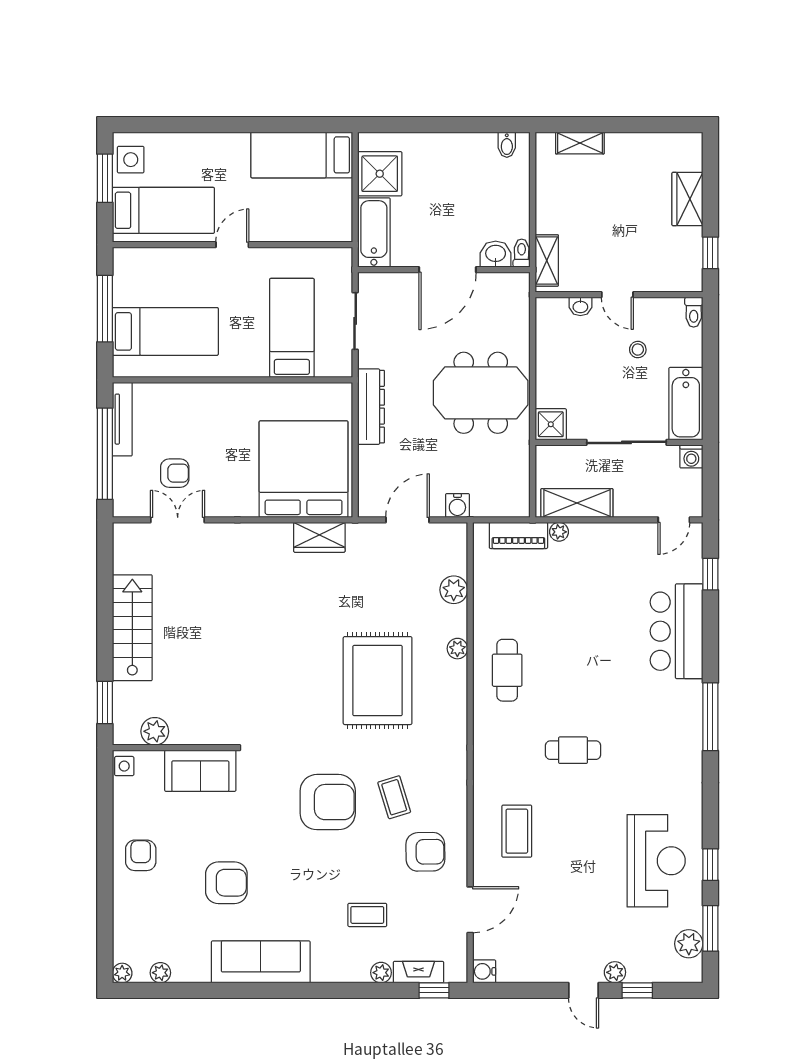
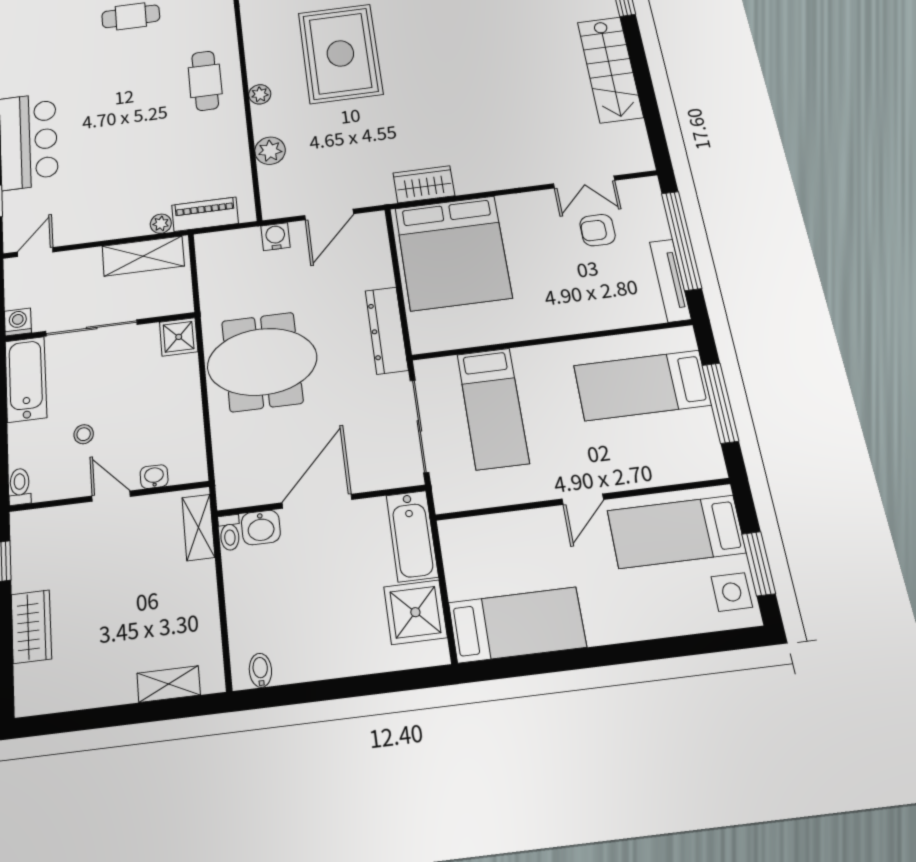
sliding door: (355, 321) -> (419, 426), width x1.37

